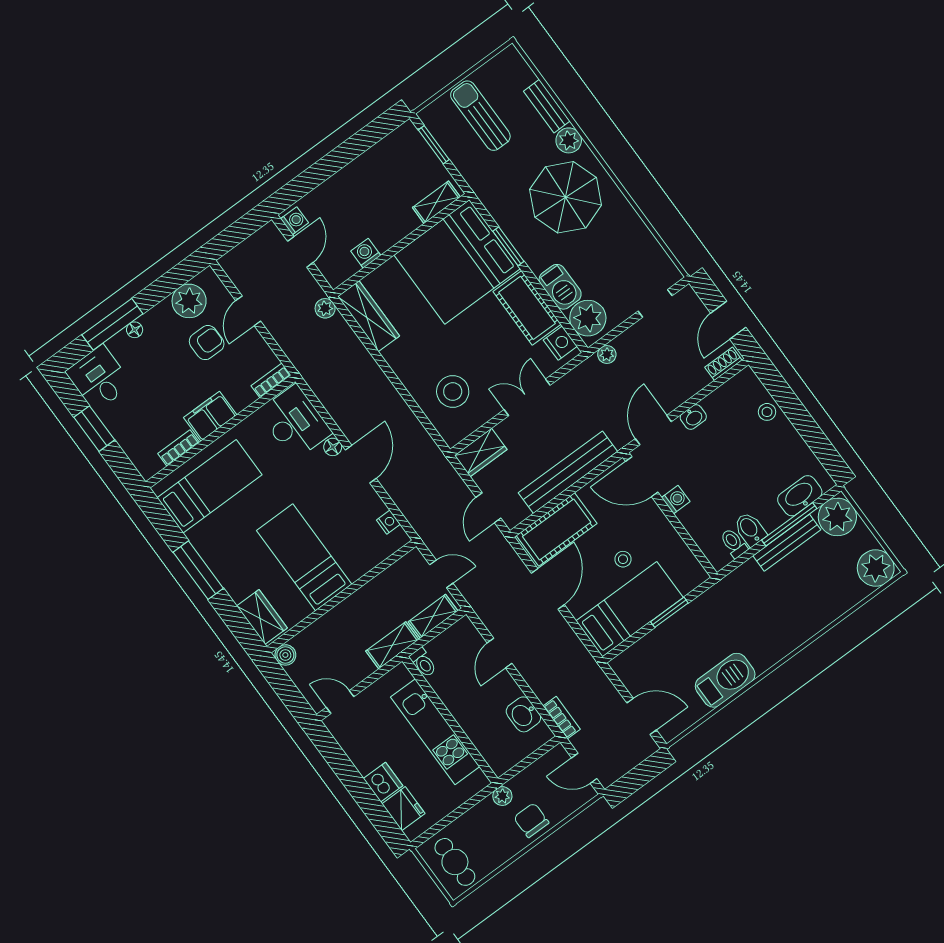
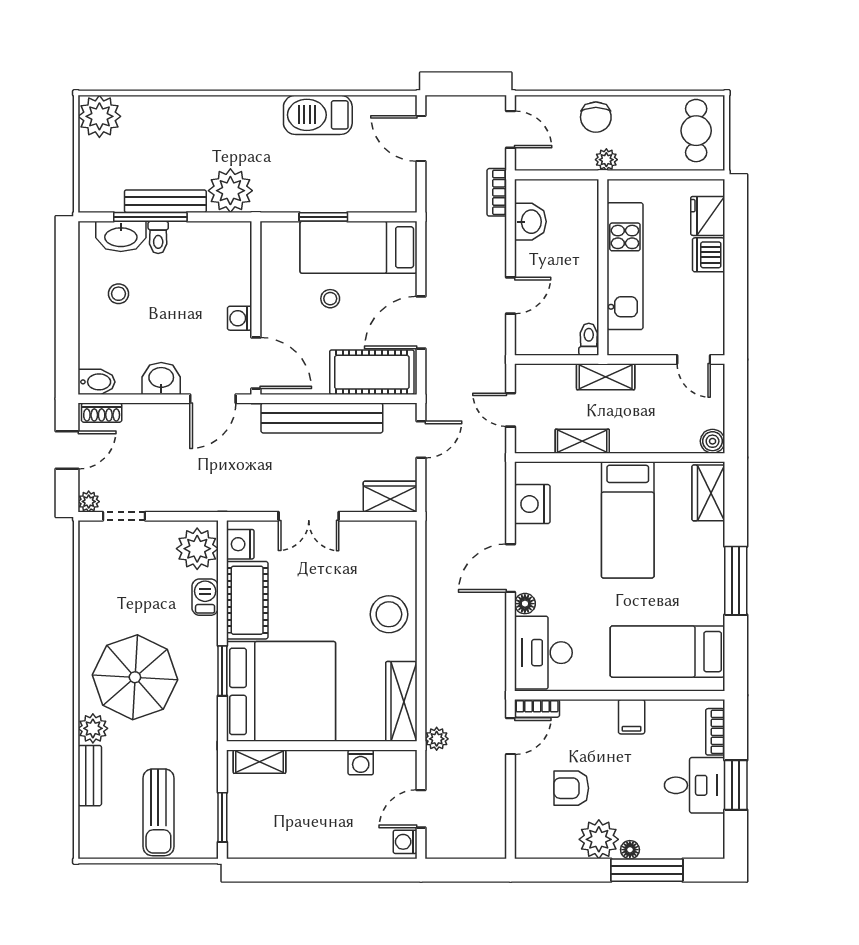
barbecue: (560, 287) -> (205, 597), width x0.73, depth x0.79
plant: (189, 301) -> (599, 839), moved
door: (248, 311) -> (511, 736), moved
plant: (607, 354) -> (89, 502), moved
desk: (99, 378) -> (695, 785), moved, turned -90
stool: (453, 392) -> (389, 614), moved
stool: (767, 412) -> (119, 294), moved
filing cabinet: (210, 416) -> (632, 717), width x0.50
washbasin: (693, 417) -> (161, 378), width x1.38, depth x1.45
bookcase: (179, 448) -> (715, 732), moved, turned 90
plant: (837, 517) -> (230, 191), moved
nightstand: (388, 522) -> (532, 504), width x1.89, depth x1.79
bidet: (750, 529) -> (97, 382), moved, turned -90
toilet: (734, 543) -> (158, 237), moved
shelving: (433, 616) -> (582, 441), moved

